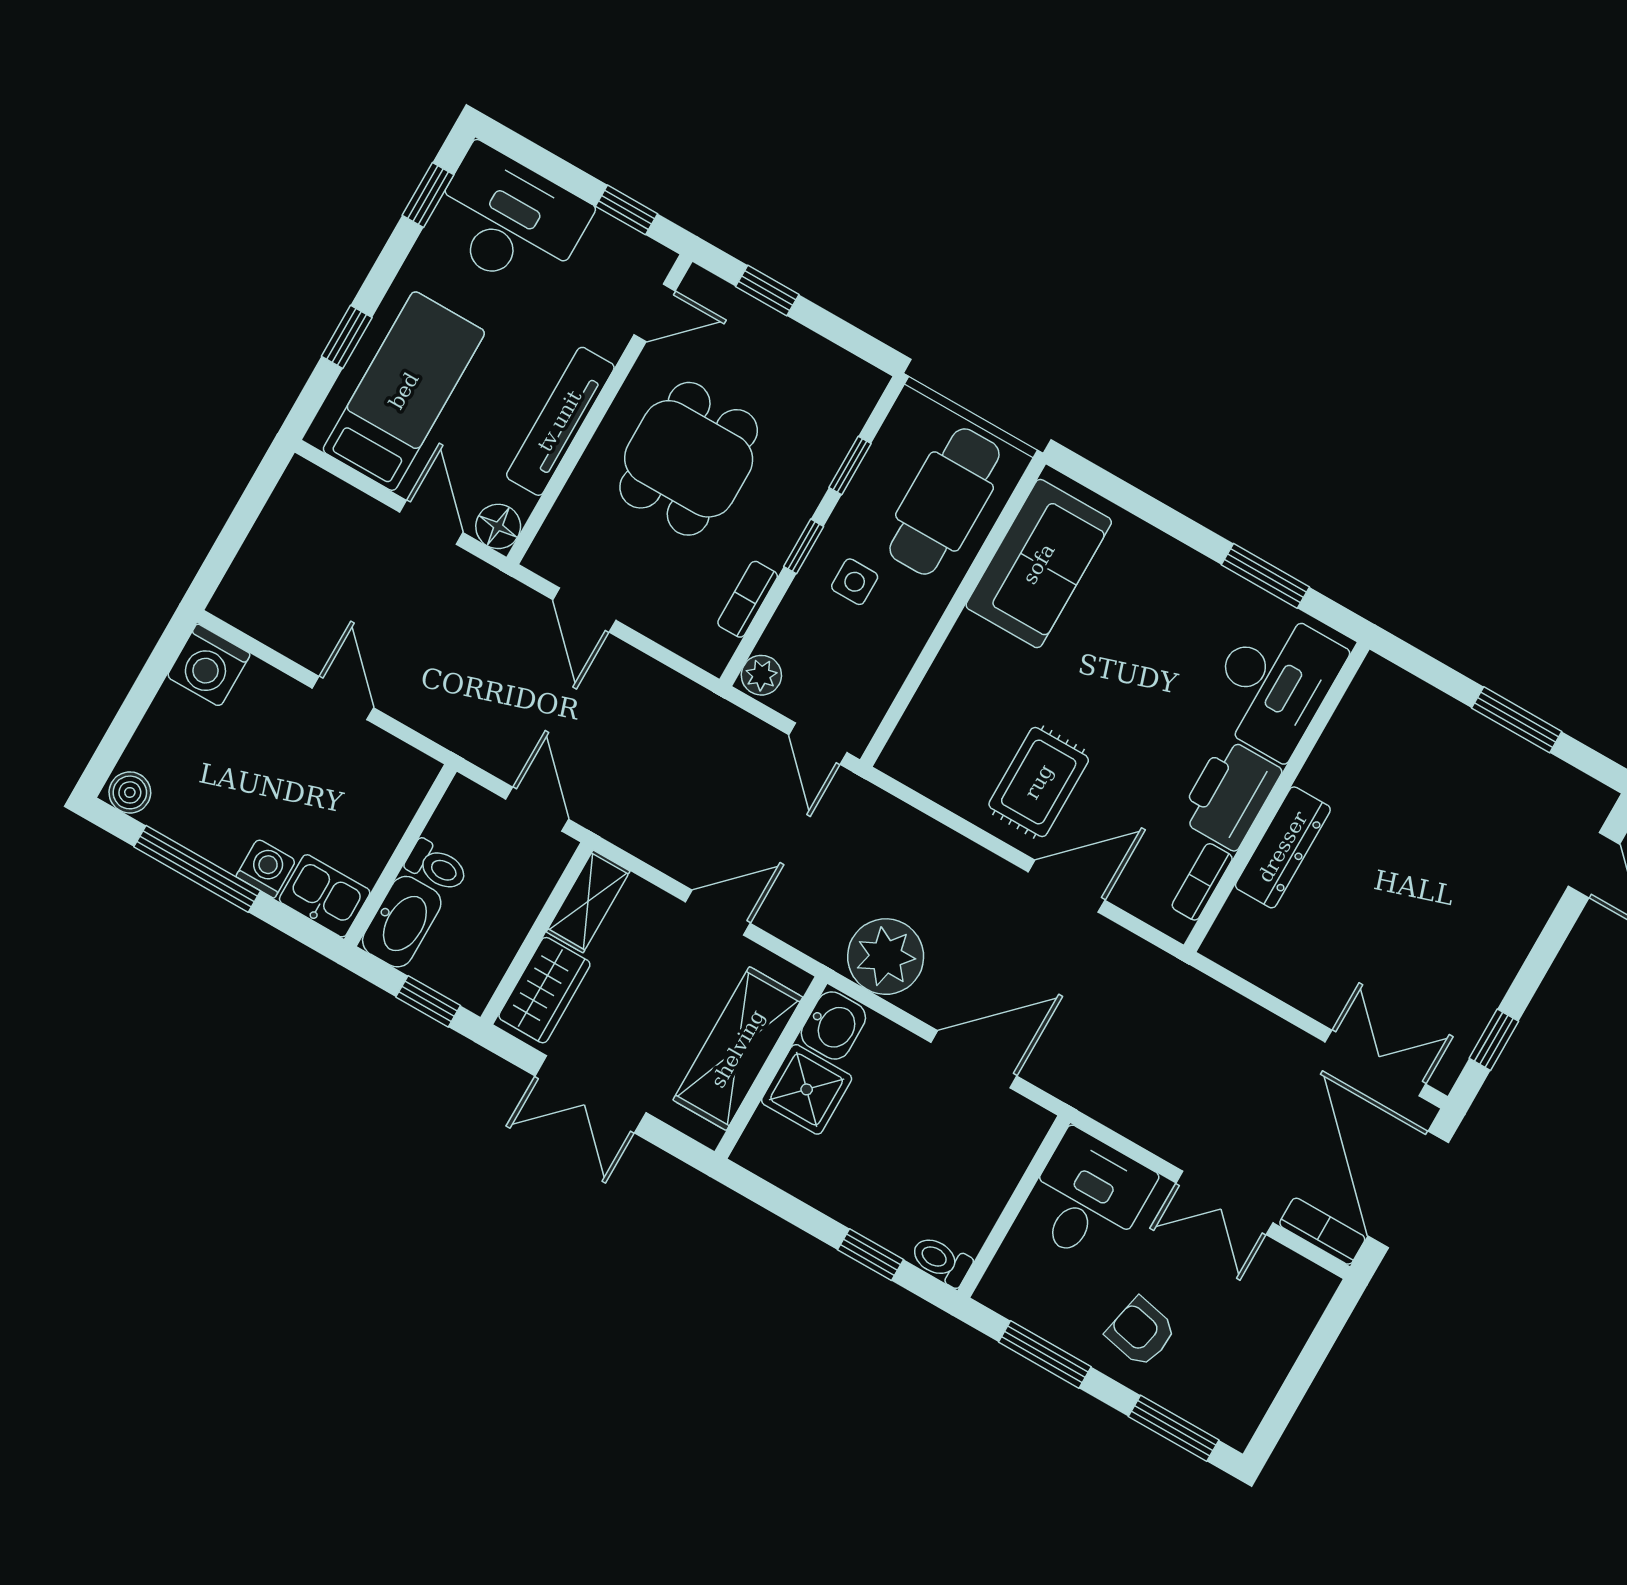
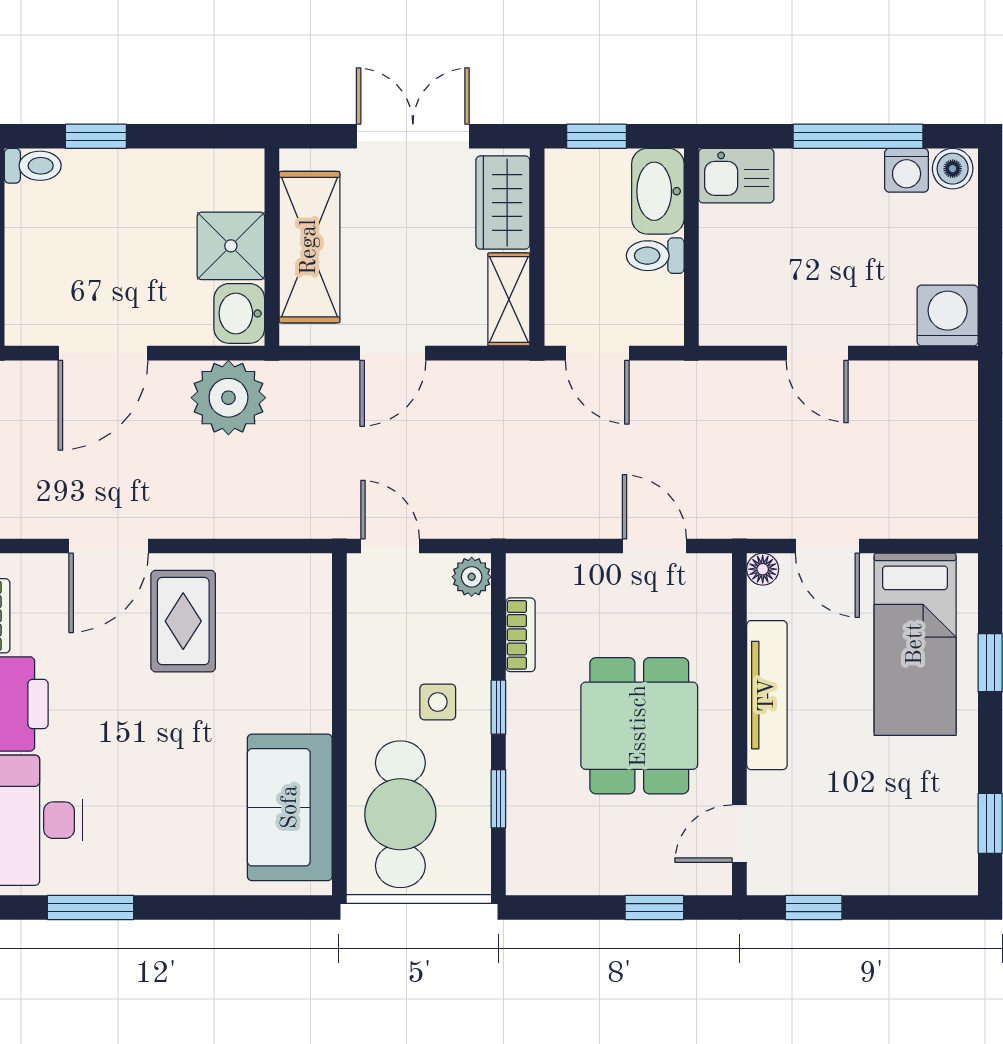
desk: (509, 220) -> (909, 841), removed
floor lamp: (498, 526) -> (763, 569), width x0.73, depth x0.73
washing machine: (266, 869) -> (907, 170), moved

